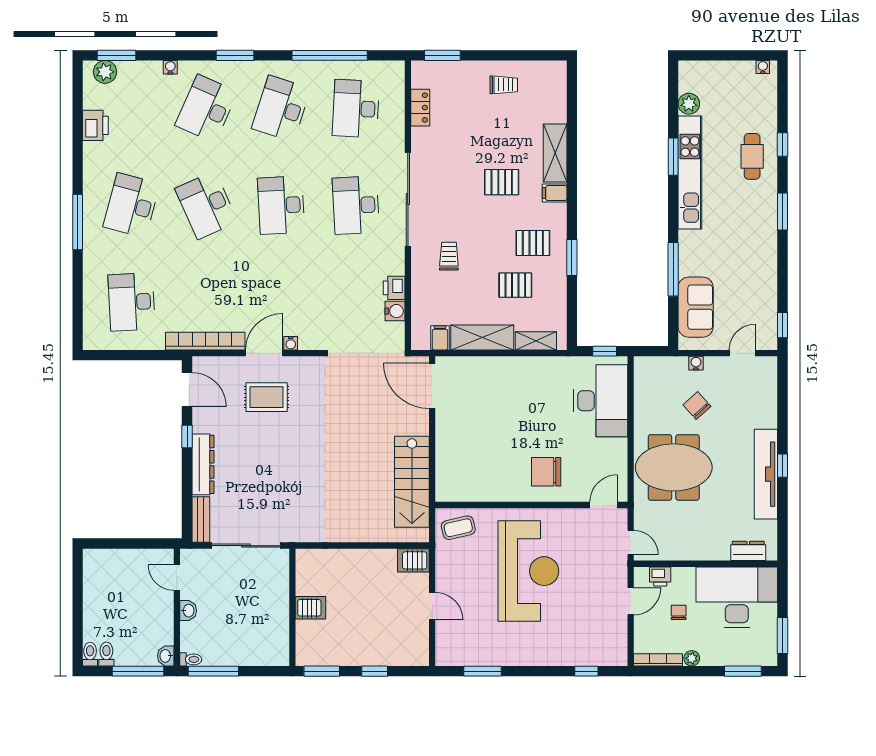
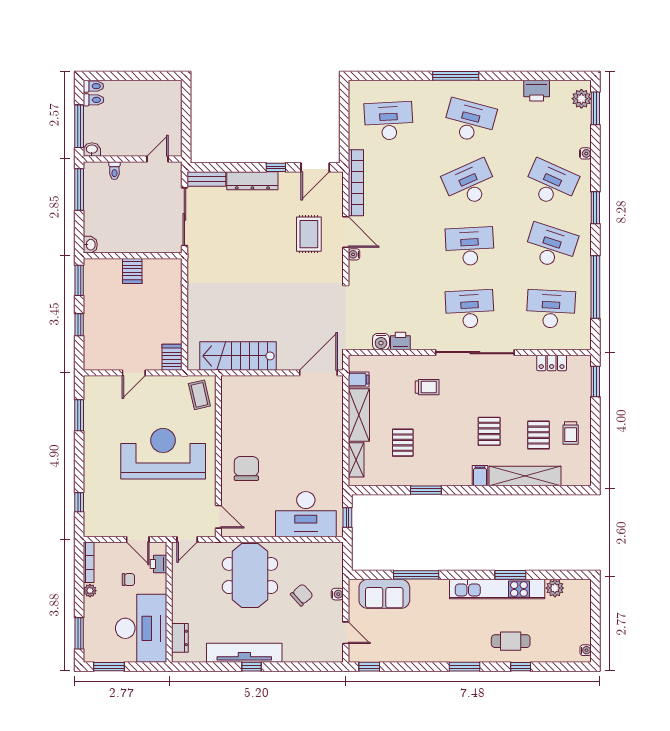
shelving: (555, 153) -> (525, 476), width x1.47
pallet: (533, 243) -> (539, 435), moved
reception desk: (528, 571) -> (163, 454), turned 180
washbasin: (188, 611) -> (90, 245), moved, turned -90
toilet: (191, 659) -> (114, 171), moved

